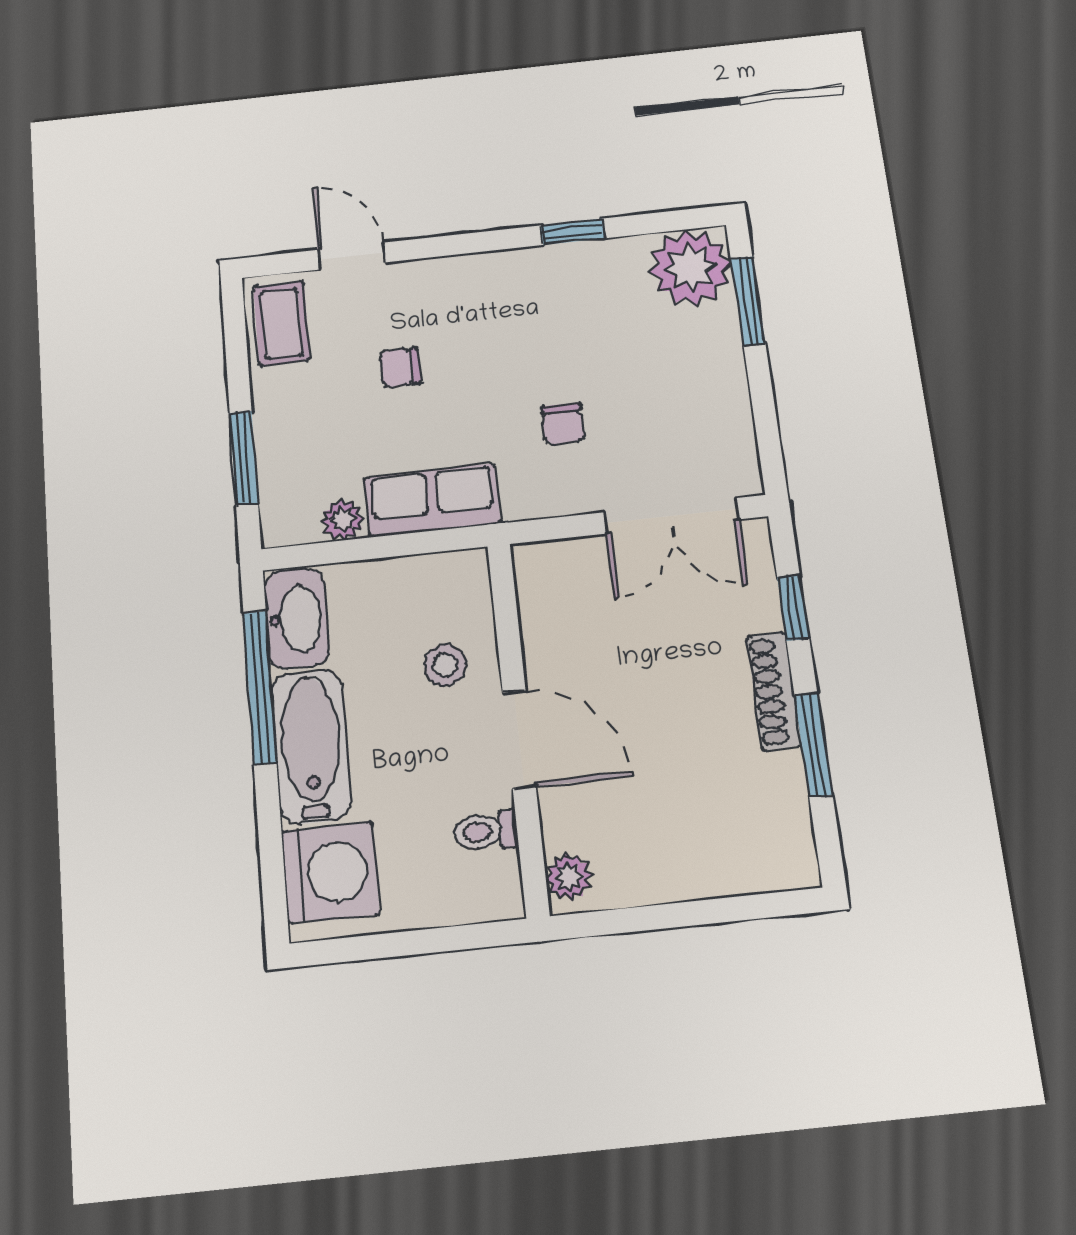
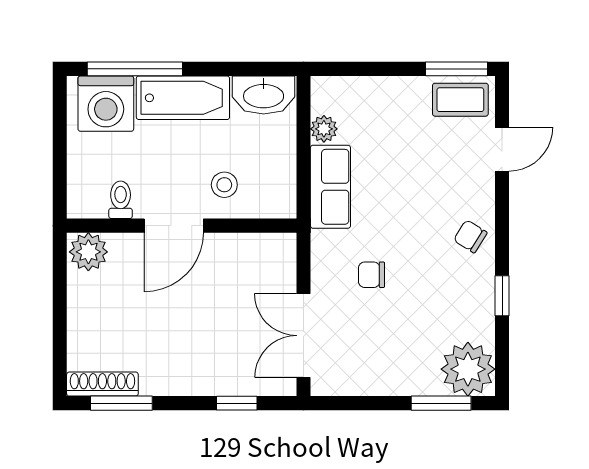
chair: (400, 367) -> (470, 236), moved, turned -58
window: (244, 458) -> (456, 69), moved
window: (260, 687) -> (135, 69), moved
shoe rack: (774, 691) -> (102, 384), moved
window: (813, 745) -> (121, 403), moved
plant: (569, 877) -> (88, 252), width x1.38, depth x1.38

